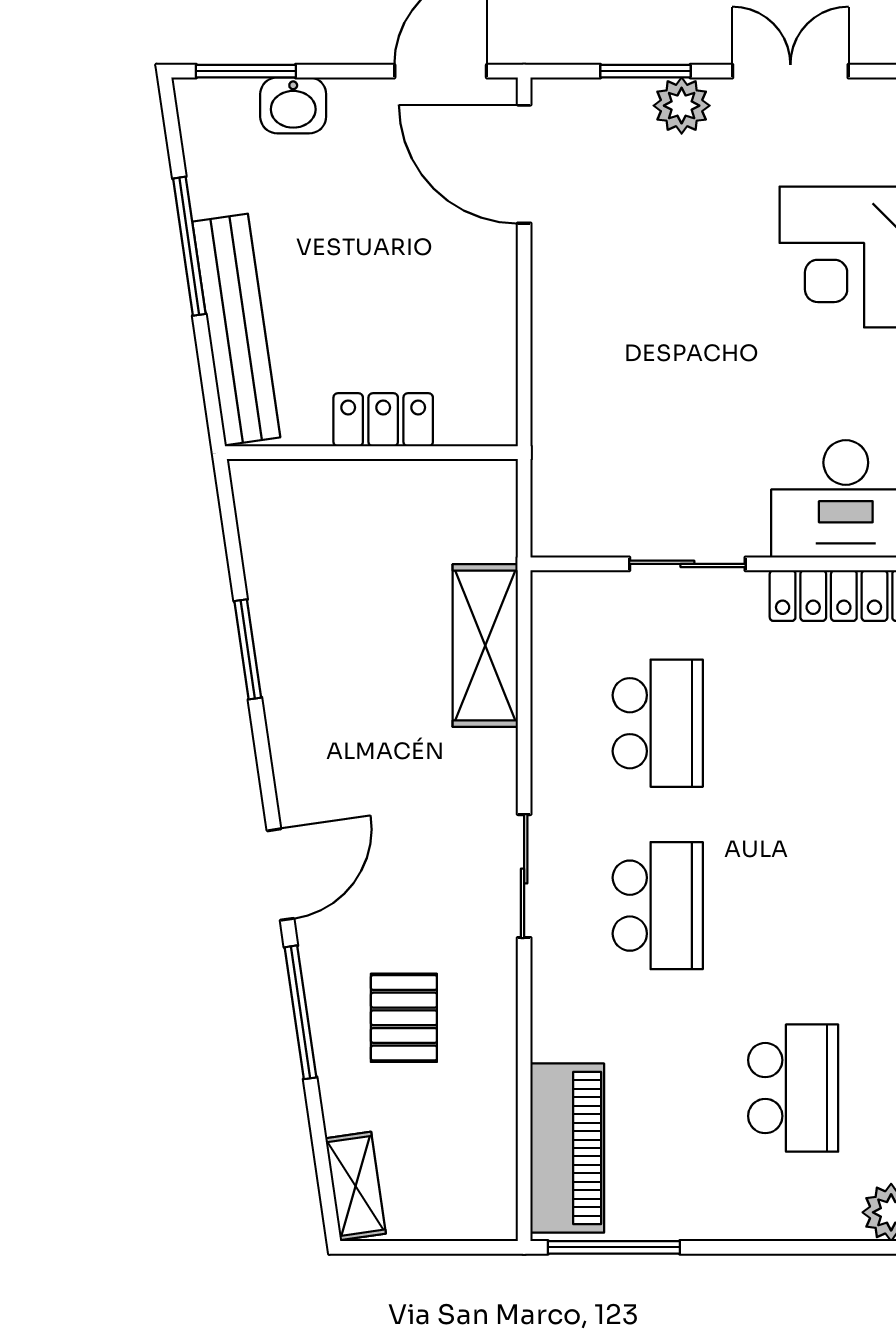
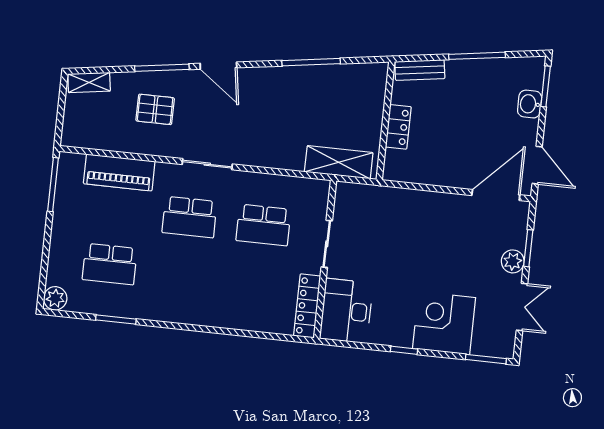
bench: (236, 329) -> (420, 70), width x0.54, depth x0.82
shelving: (485, 646) -> (339, 162), moved
window: (248, 649) -> (311, 62), width x1.44
piano: (567, 1148) -> (119, 172), moved

